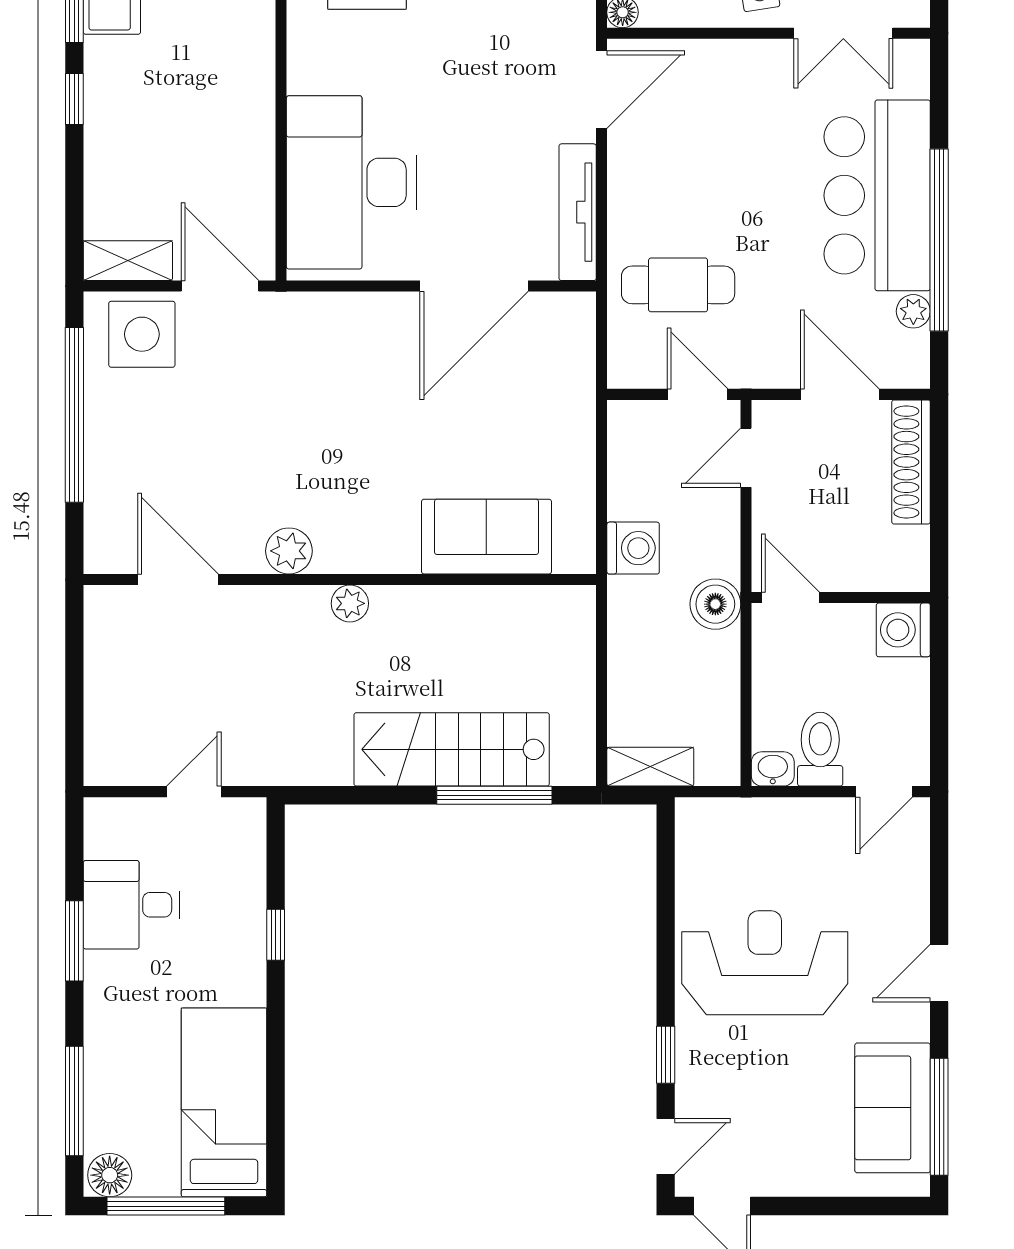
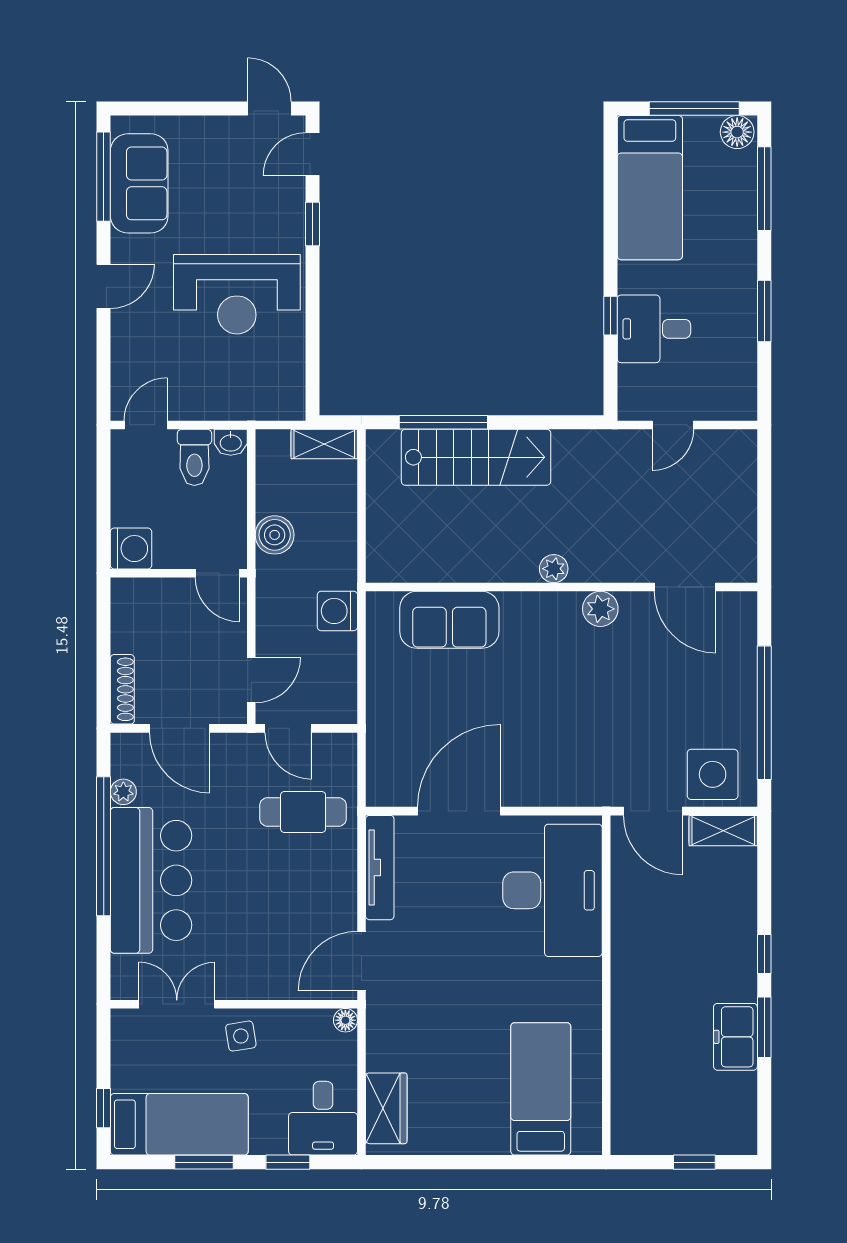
shoe rack: (911, 462) -> (122, 689), width x0.74, depth x0.81
boiler: (715, 604) -> (275, 535), moved
desk: (131, 905) -> (654, 329), moved, turned 180

